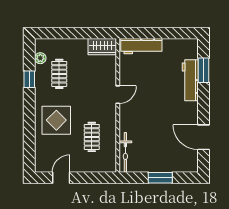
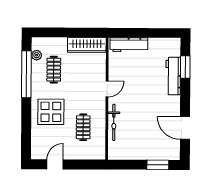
wardrobe: (102, 47) -> (87, 45), width x1.50
window: (29, 79) -> (26, 74), width x3.17
bicycle: (125, 152) -> (114, 122), moved
window: (160, 178) -> (158, 165), moved

